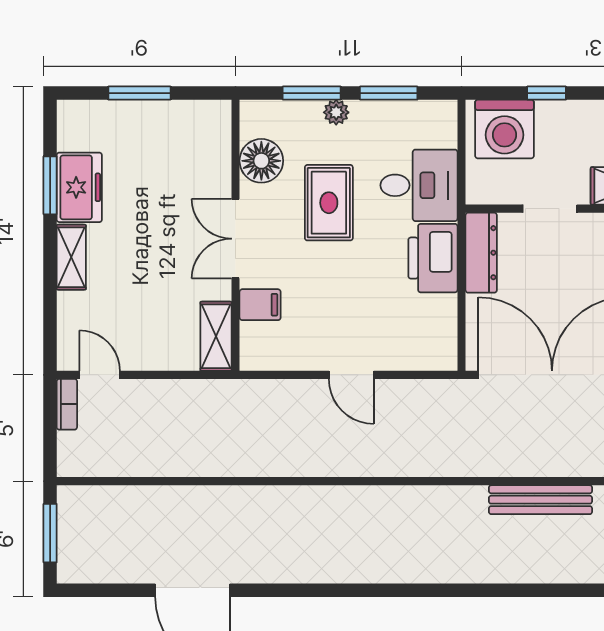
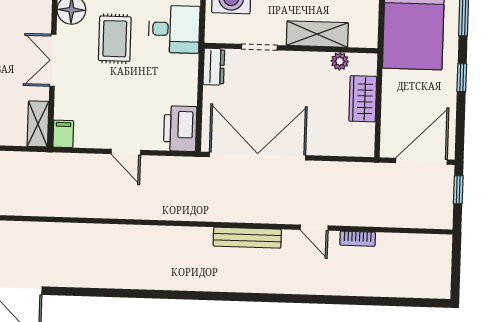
dresser: (481, 253) -> (214, 67), width x0.70
printer: (433, 258) -> (180, 129), moved
filing cabinet: (260, 305) -> (63, 134), moved, turned -90

